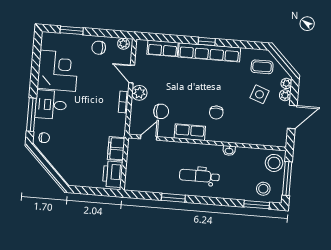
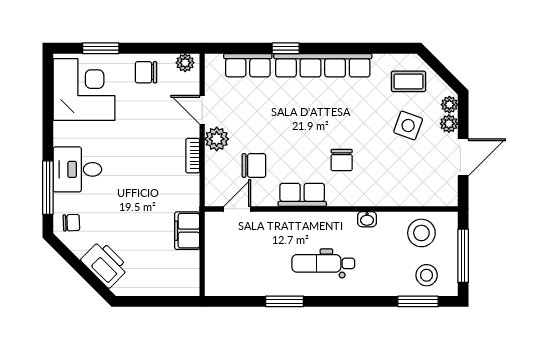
window: (207, 41) -> (286, 48), moved
corner desk: (58, 71) -> (84, 90), moved
stool: (274, 163) -> (421, 233), moved
printer: (113, 174) -> (105, 264), moved, turned 135

